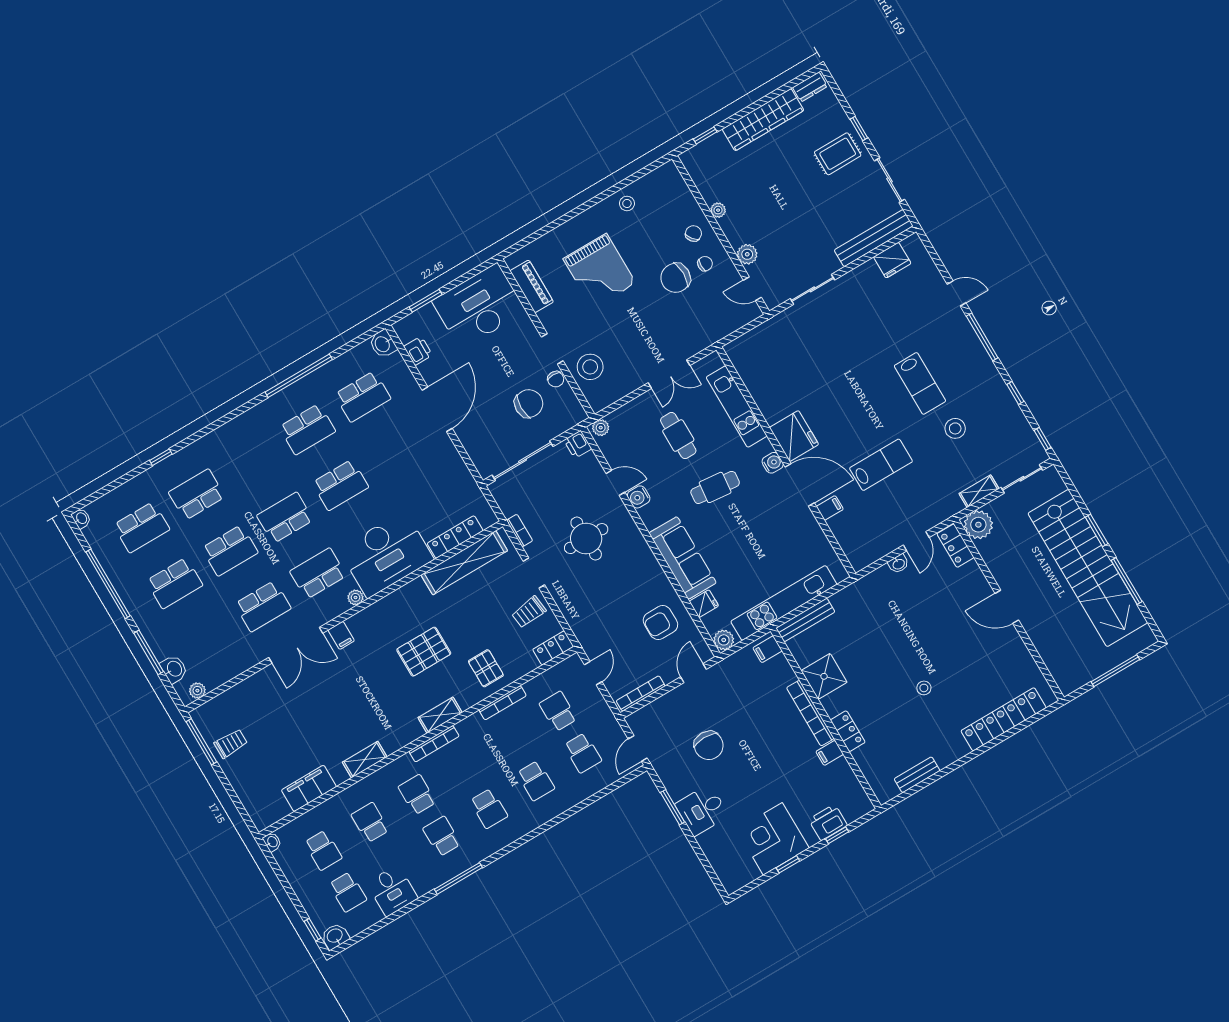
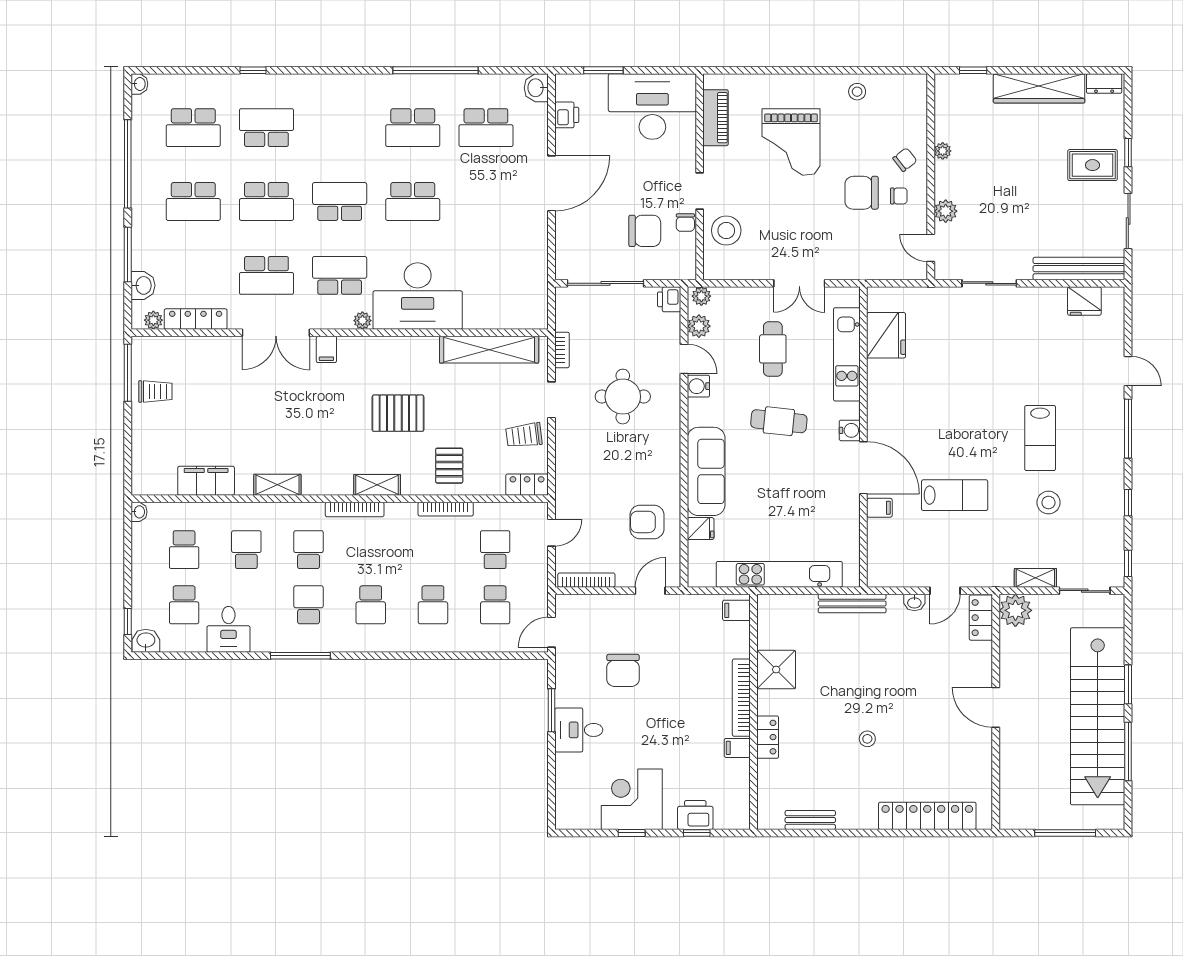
fridge: (794, 436) -> (886, 335), moved
locker: (455, 537) -> (196, 319), moved
bench: (805, 620) -> (852, 603), moved
plant: (724, 640) -> (699, 326), moved

